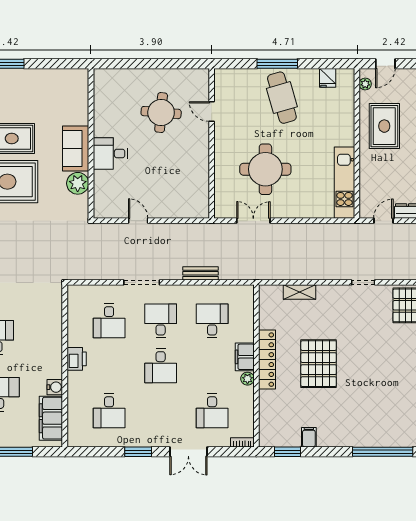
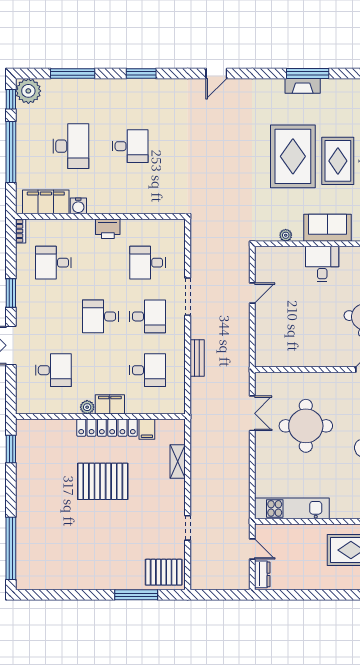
plant: (78, 183) -> (286, 235), width x0.53, depth x0.53
desk: (212, 411) -> (53, 370), turned 180
filing cabinet: (309, 437) -> (147, 429), moved, turned 90
bookcase: (242, 442) -> (21, 231), moved

